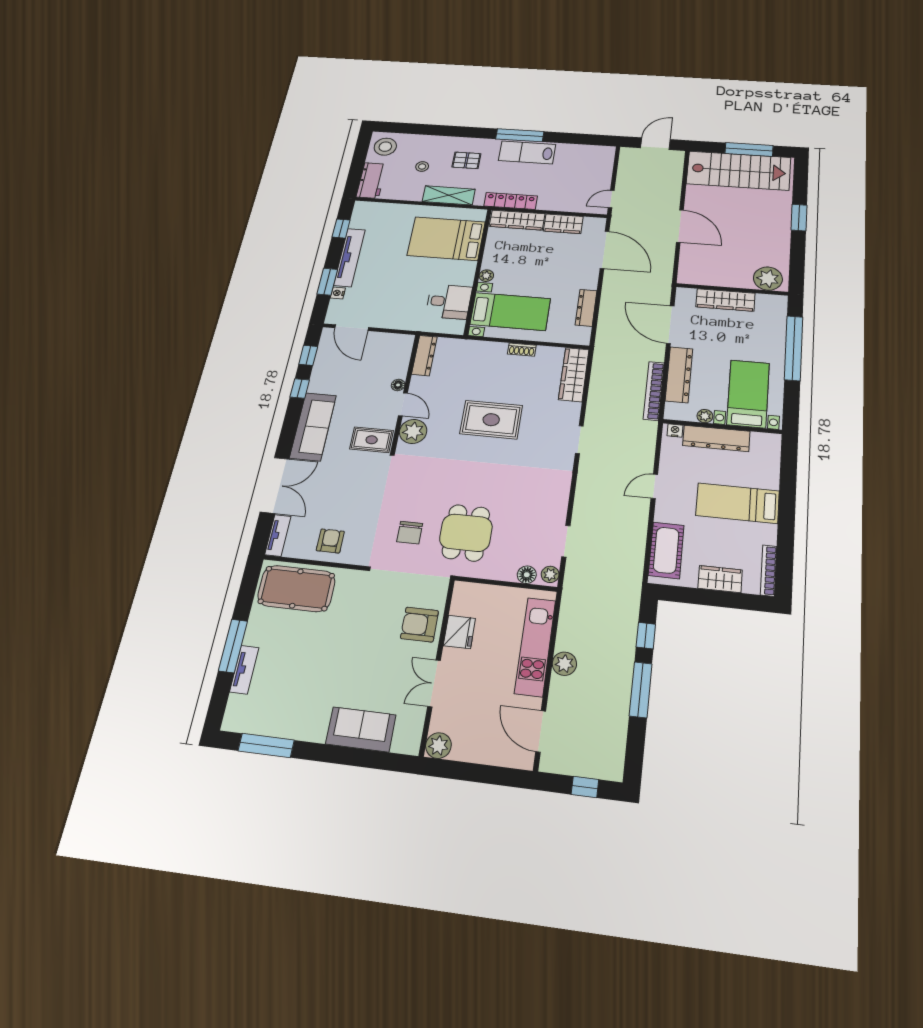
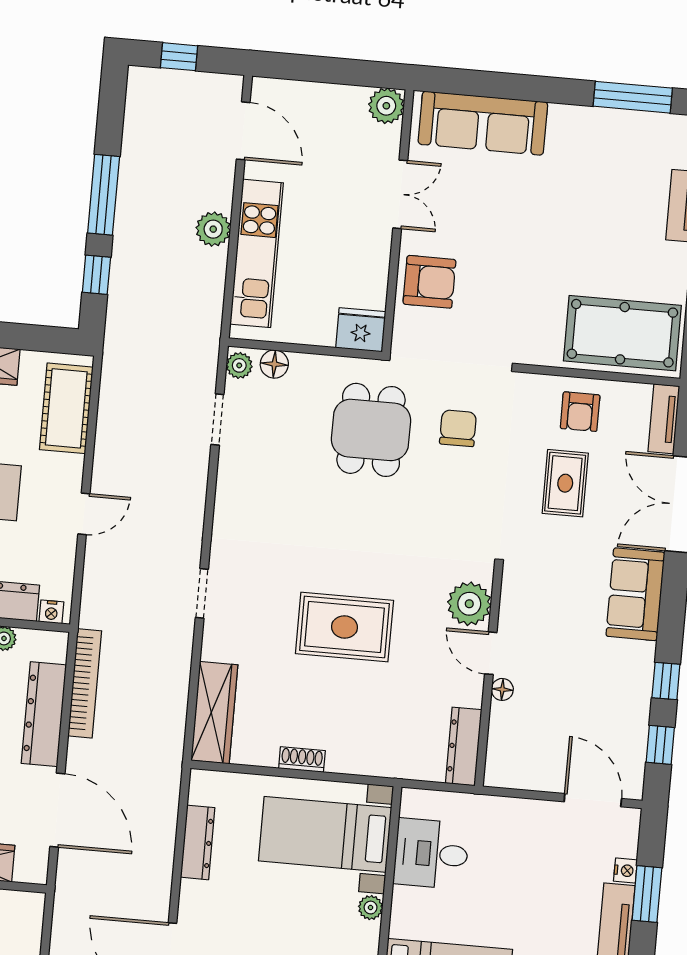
sofa: (313, 427) -> (635, 594), width x0.73
rug: (372, 440) -> (565, 483), moved, turned 90
fridge: (459, 632) -> (361, 330), moved, turned 90
sofa: (361, 729) -> (483, 123), width x1.36

